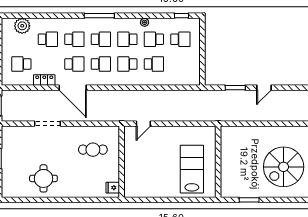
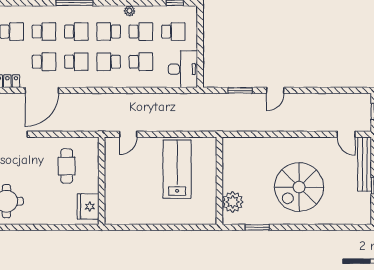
school desk: (154, 39) -> (141, 32), turned 180
desk: (188, 70) -> (183, 69), added
door: (73, 88) -> (42, 90), hinge flipped
cafe table: (93, 150) -> (67, 166), turned 90
lab bench: (192, 169) -> (177, 169), moved
plant: (229, 179) -> (233, 202), added
fridge: (113, 188) -> (88, 206), width x1.88, depth x1.34

